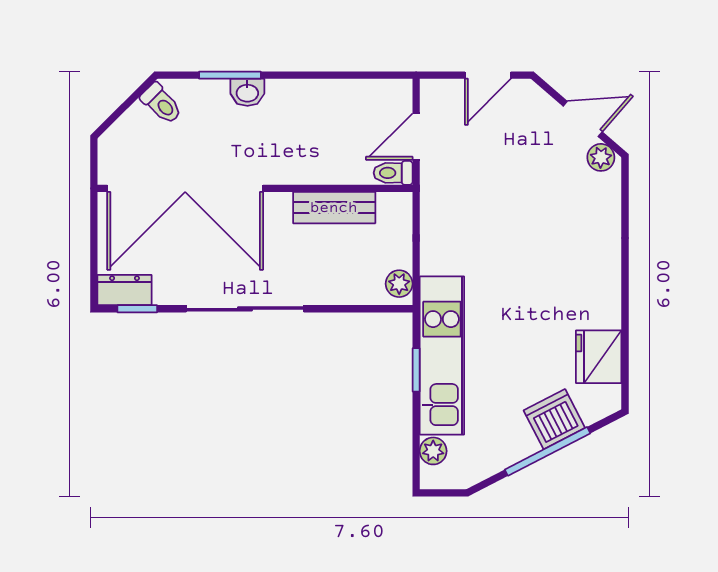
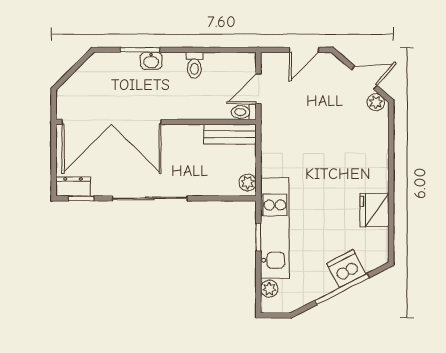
toilet: (161, 104) -> (194, 65), moved, turned 45
bench: (334, 208) -> (230, 134), moved
fridge: (599, 357) -> (374, 210), moved

